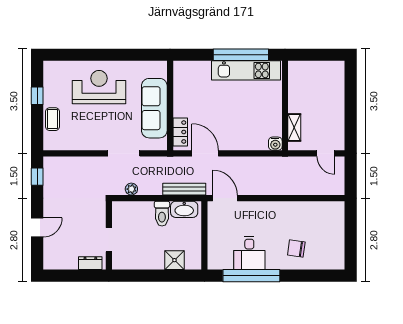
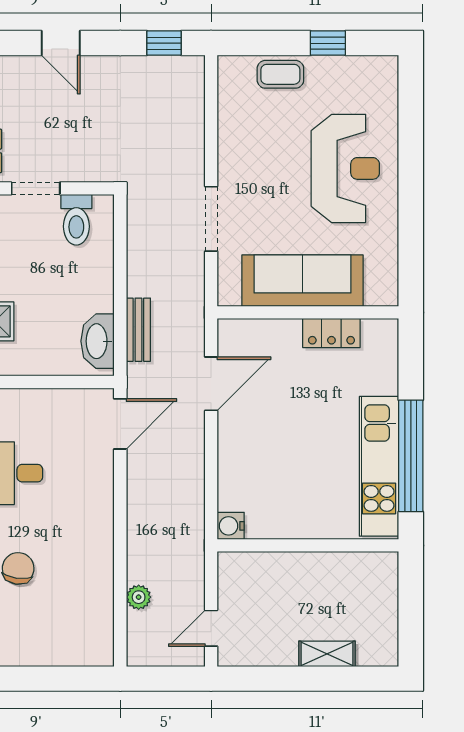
shelving: (294, 128) -> (327, 654), moved
locker: (180, 132) -> (331, 333), moved
plant: (131, 189) -> (139, 597), moved
bench: (184, 189) -> (138, 330), width x0.73
toilet: (162, 214) -> (76, 220), moved, turned -90

